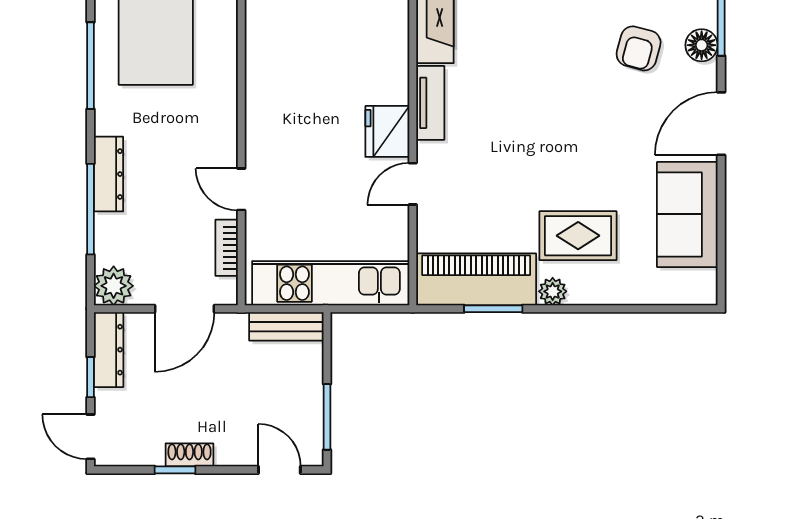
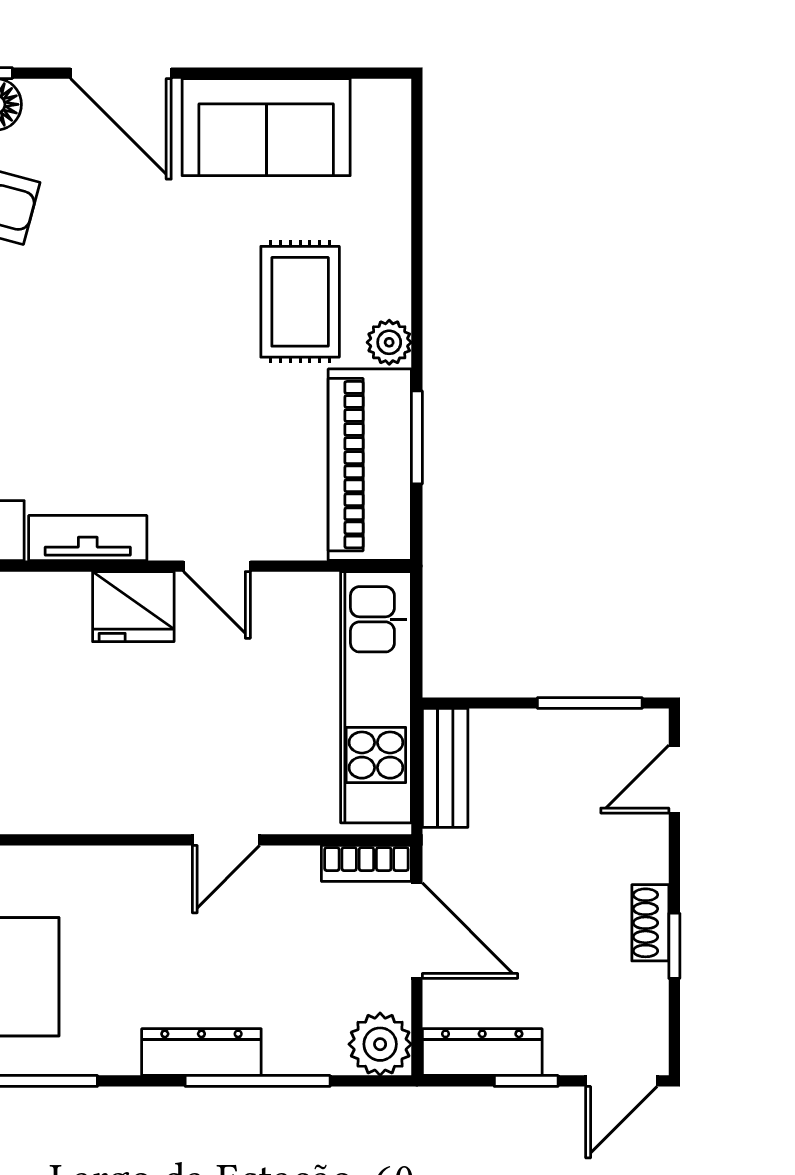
bookcase: (227, 248) -> (366, 863), moved

